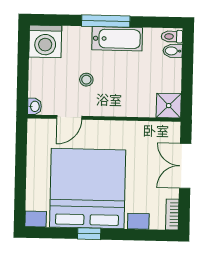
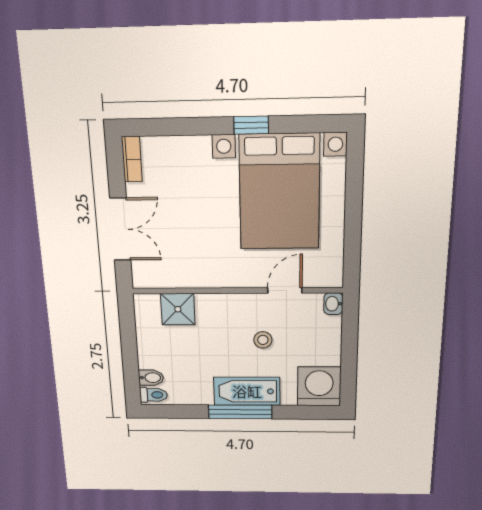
bathtub: (117, 39) -> (247, 391), moved
shower: (169, 106) -> (178, 309), moved
bed with nightstands: (88, 188) -> (279, 192), width x0.73

